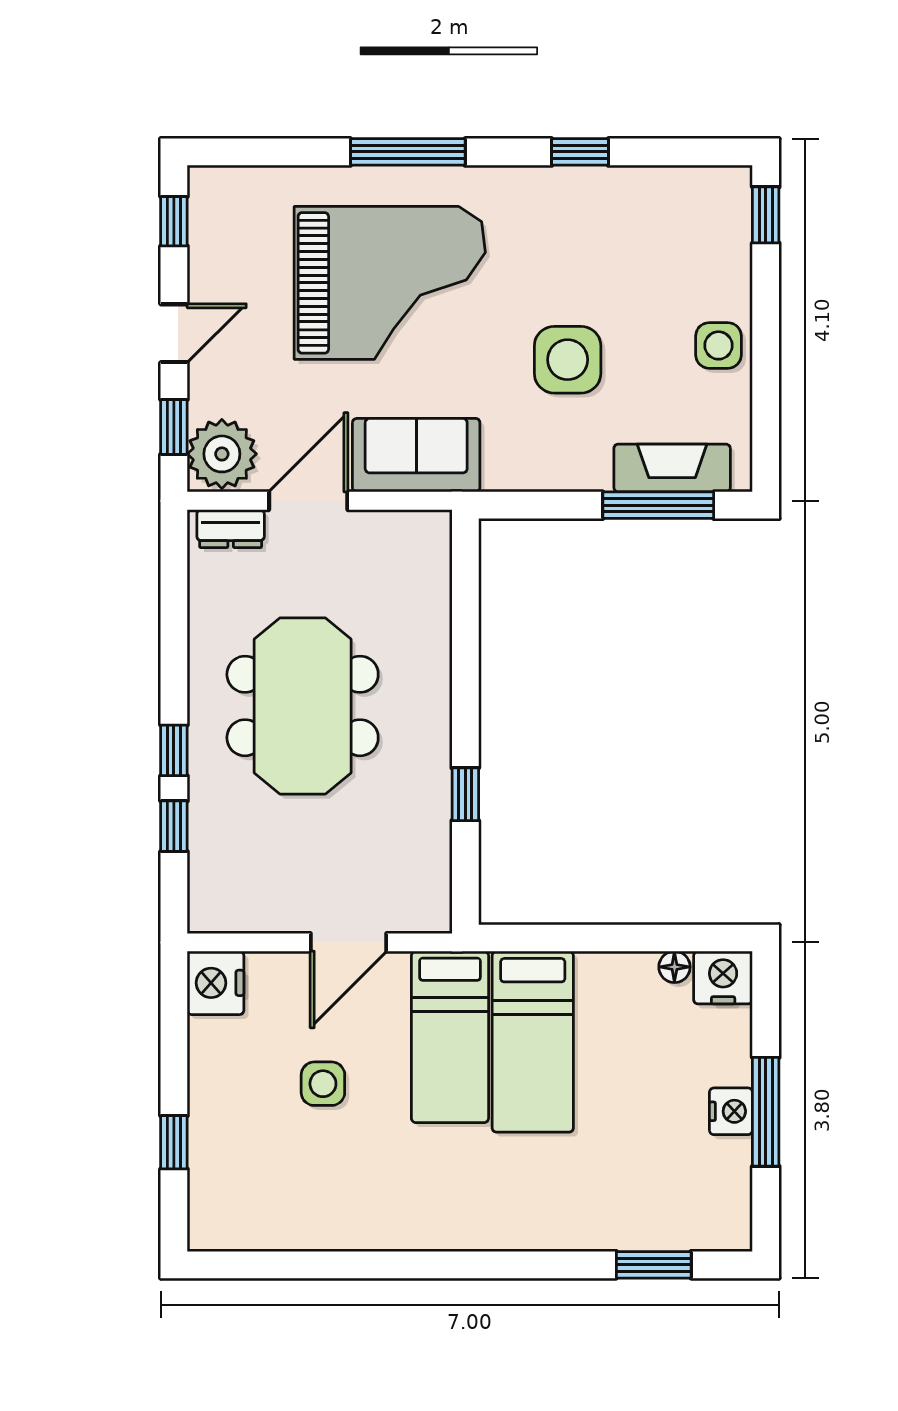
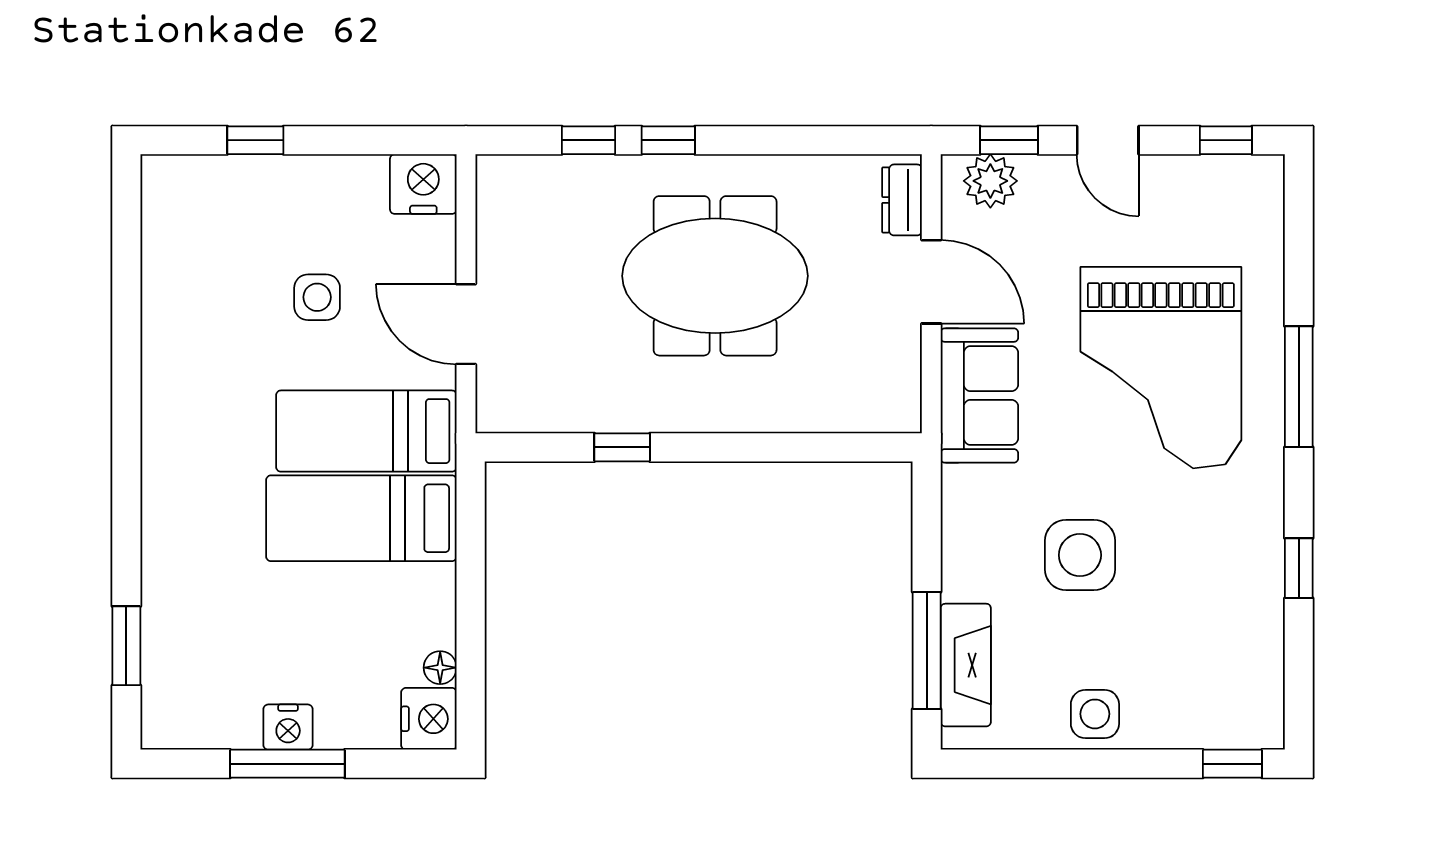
plant: (222, 454) -> (990, 181), width x0.73, depth x0.73

